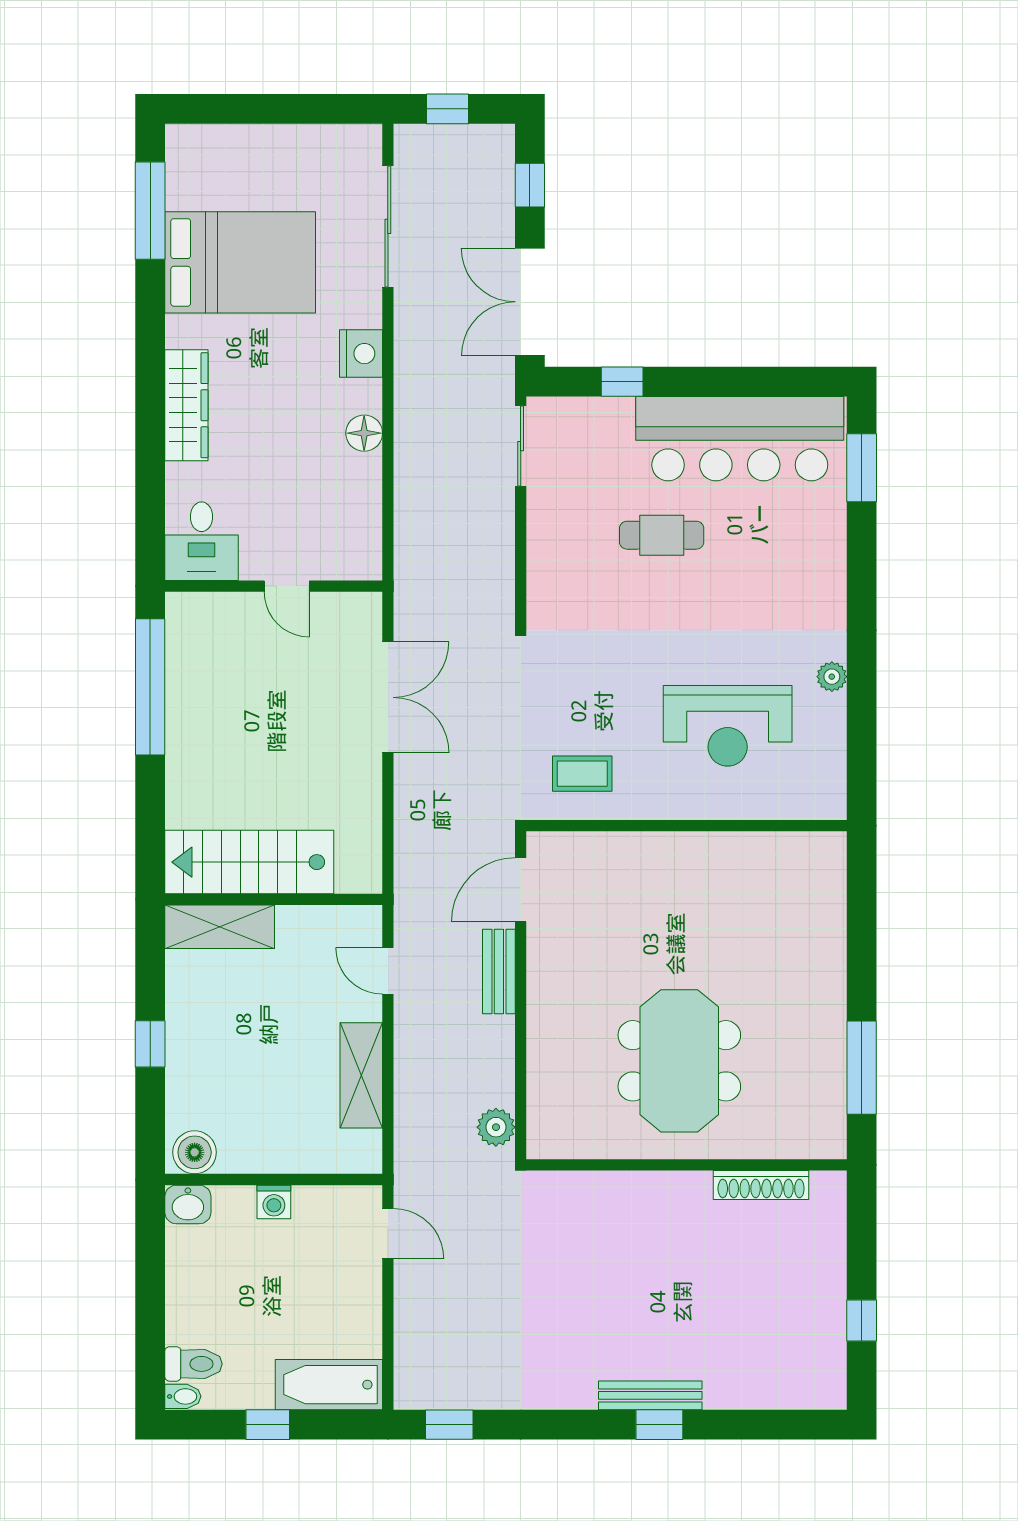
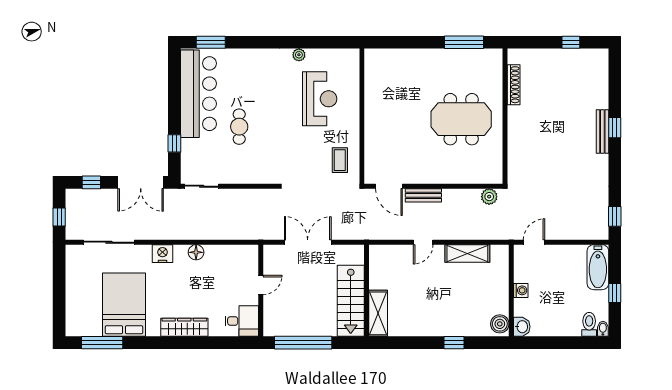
stairs: (249, 862) -> (351, 301), moved
wall: (274, 899) -> (367, 290), moved
shelving: (220, 927) -> (378, 313), moved

